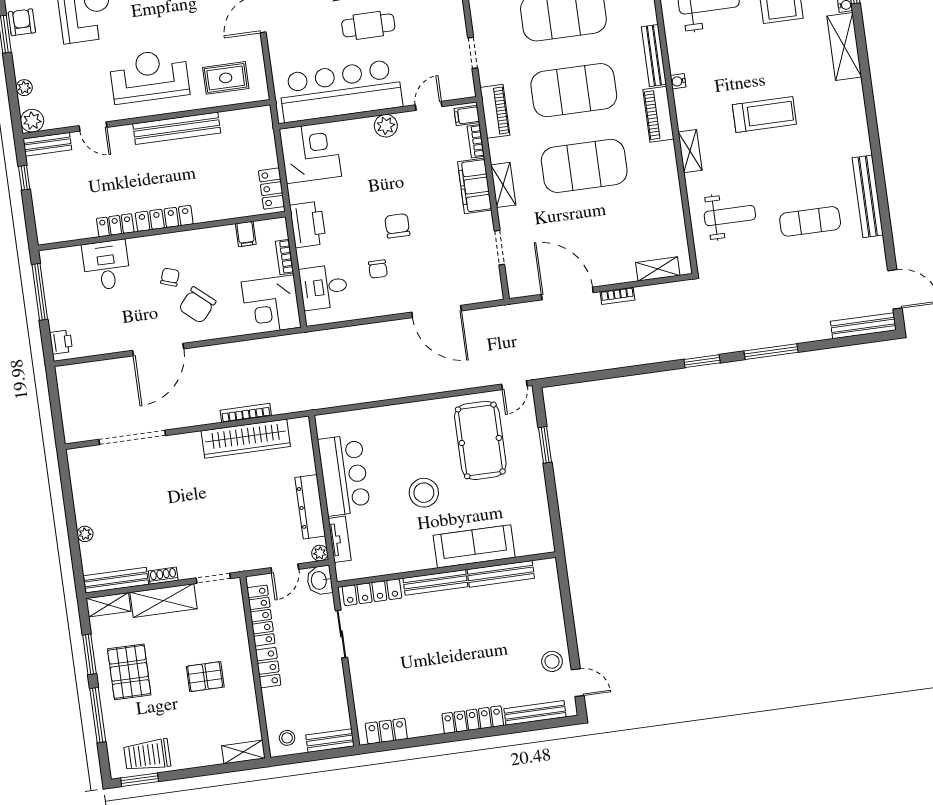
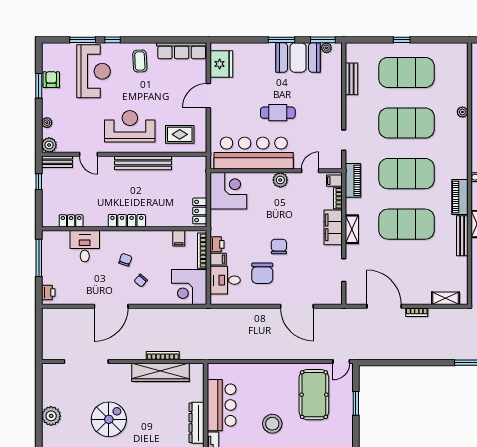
bench: (654, 56) -> (462, 236), moved
printer: (308, 224) -> (217, 244), width x0.53, depth x0.68
locker: (115, 225) -> (71, 221), moved
bookcase: (285, 257) -> (202, 251), width x1.56
filing cabinet: (309, 257) -> (218, 259), added
chair: (378, 269) -> (262, 273), width x1.87, depth x1.87
chair: (197, 305) -> (141, 281), width x0.54, depth x0.54
spiral stairs: (178, 520) -> (109, 419), added
plant: (85, 534) -> (51, 416), width x1.88, depth x1.88

